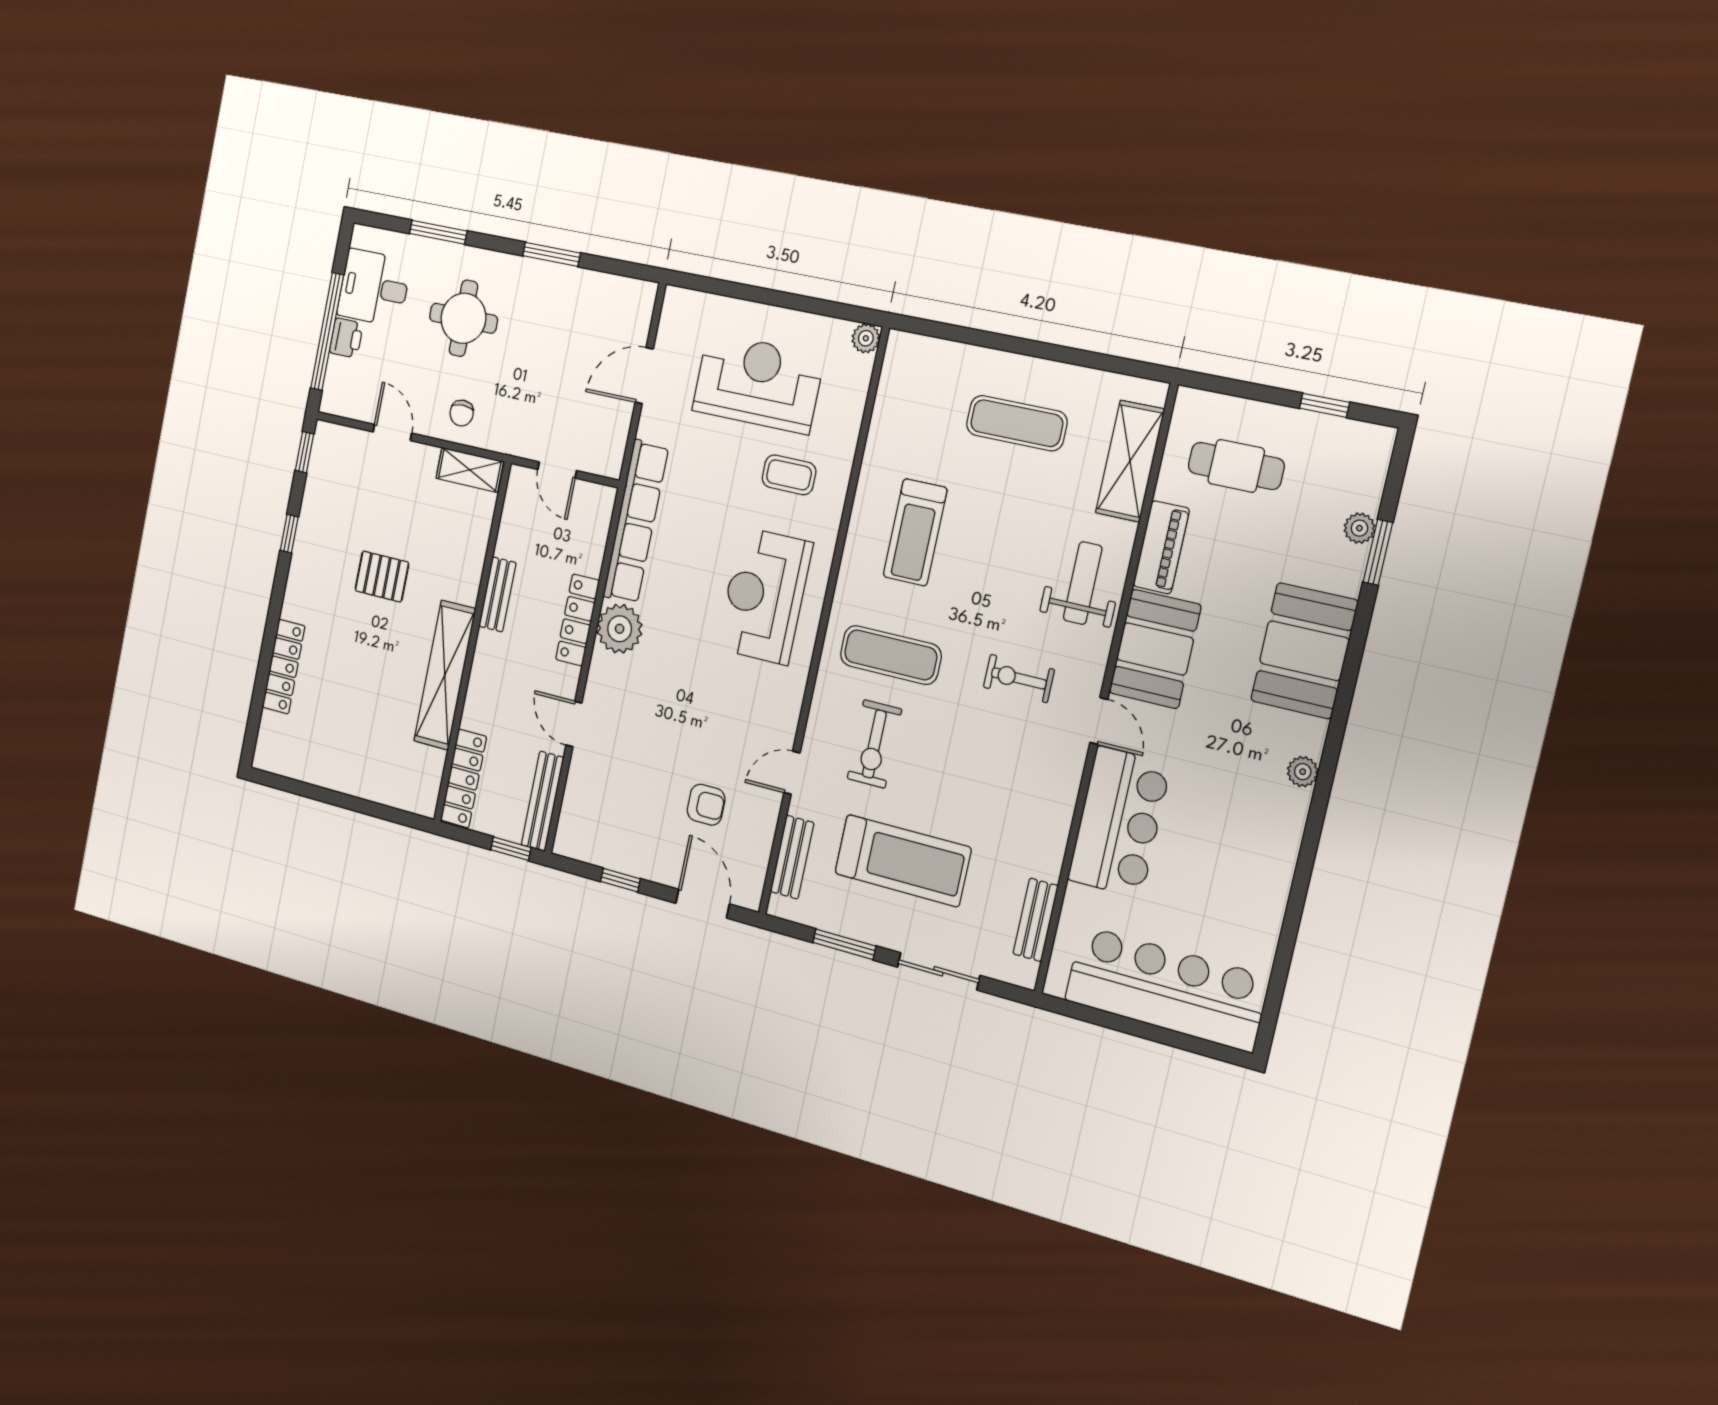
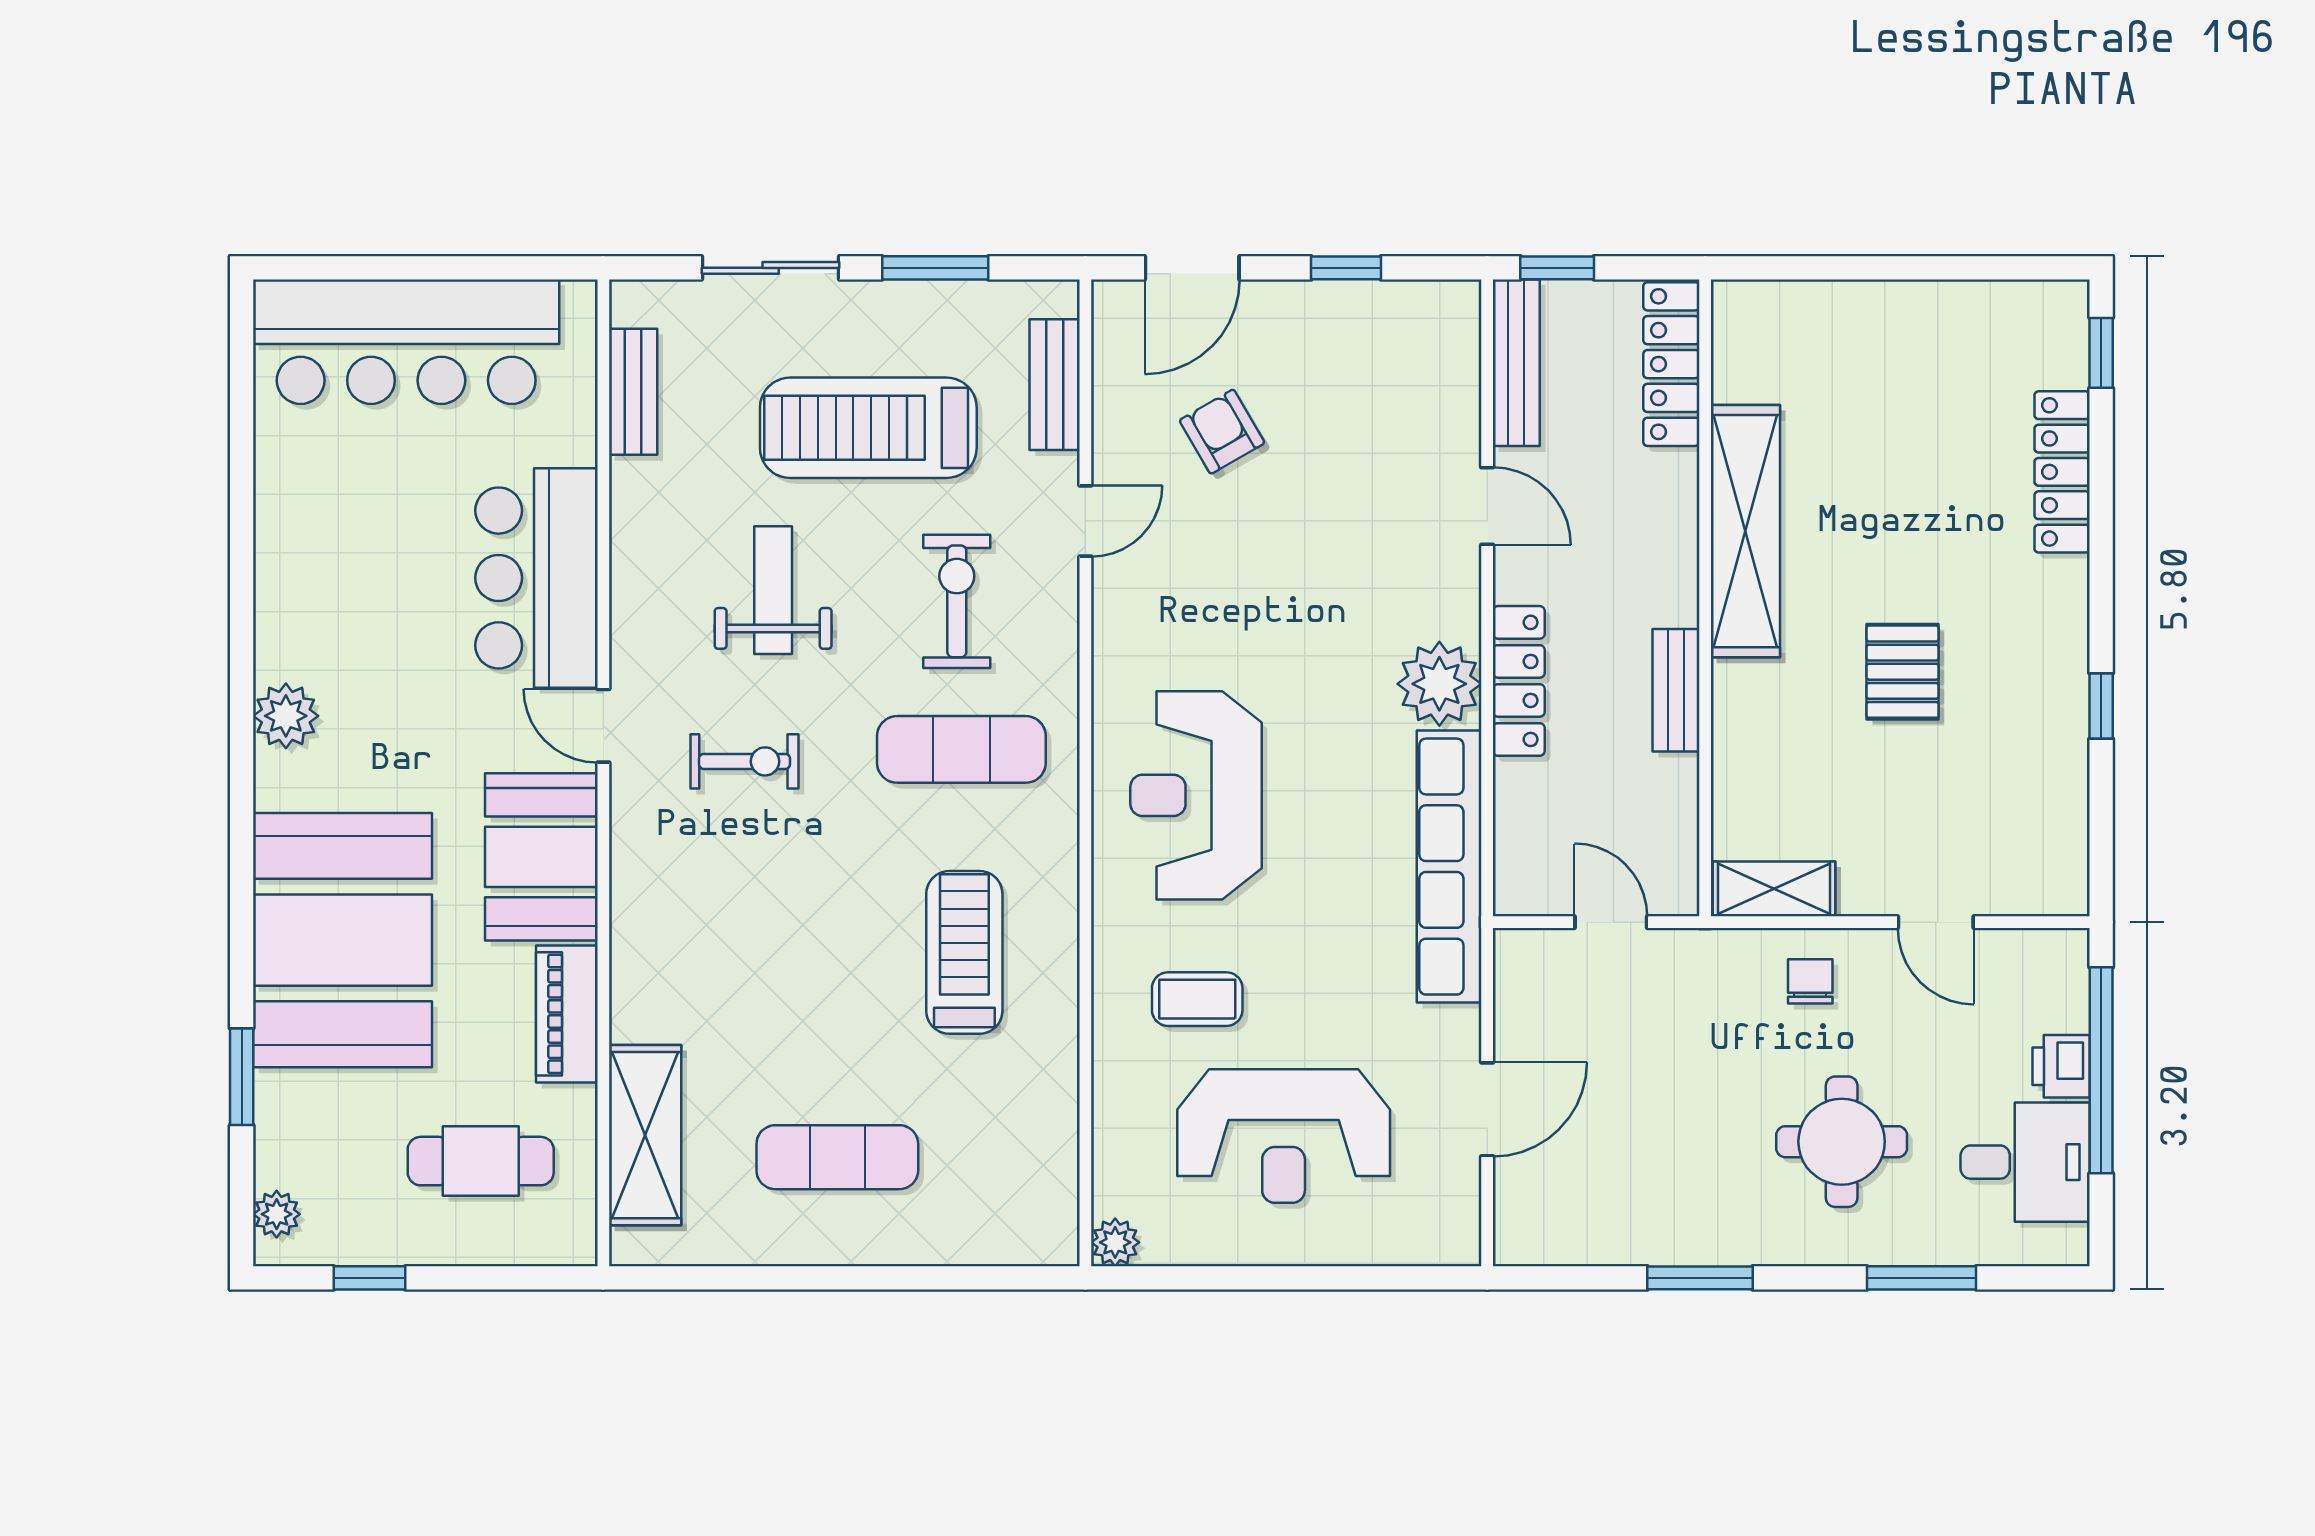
window: (304, 452) -> (2101, 353), moved
plant: (1359, 528) -> (277, 1214), moved
pallet: (382, 577) -> (1903, 672), turned 90
weight bench: (1083, 583) -> (773, 590), moved, turned 180
reception desk: (764, 596) -> (1196, 795), turned 180
booth: (1304, 651) -> (343, 940), width x1.36, depth x1.42
plant: (1303, 772) -> (286, 716), width x1.38, depth x1.38
armchair: (706, 805) -> (1222, 432), turned 60
door: (703, 904) -> (1192, 268), hinge flipped

